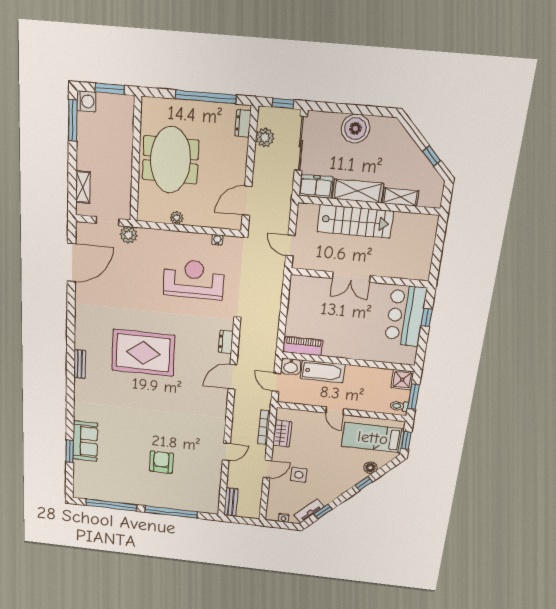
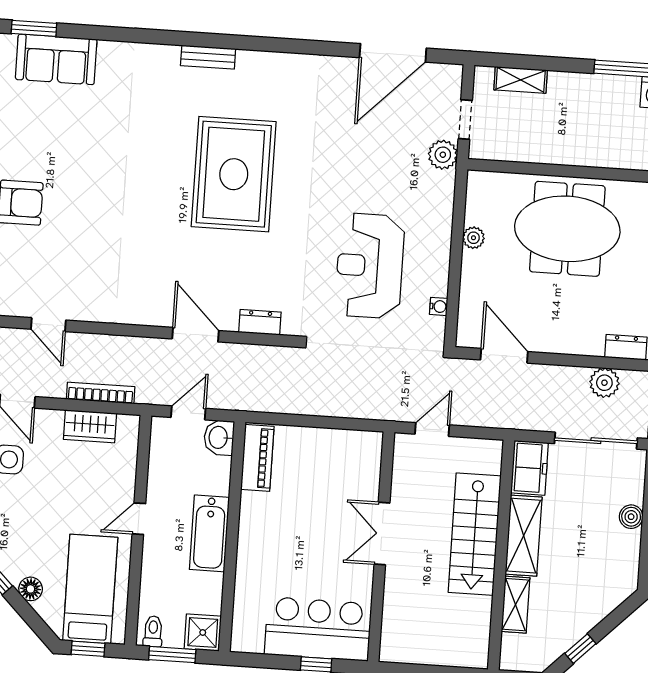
boiler: (355, 129) -> (631, 517), width x0.54, depth x0.54
door: (71, 262) -> (393, 53), hinge flipped
reception desk: (194, 279) -> (370, 266), turned 180
bathtub: (323, 371) -> (209, 533), moved

